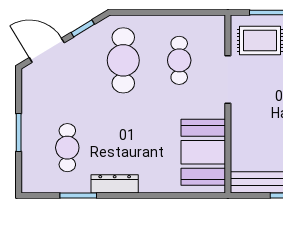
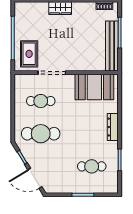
door: (47, 50) -> (35, 178), hinge flipped
dresser: (115, 184) -> (113, 127), moved

